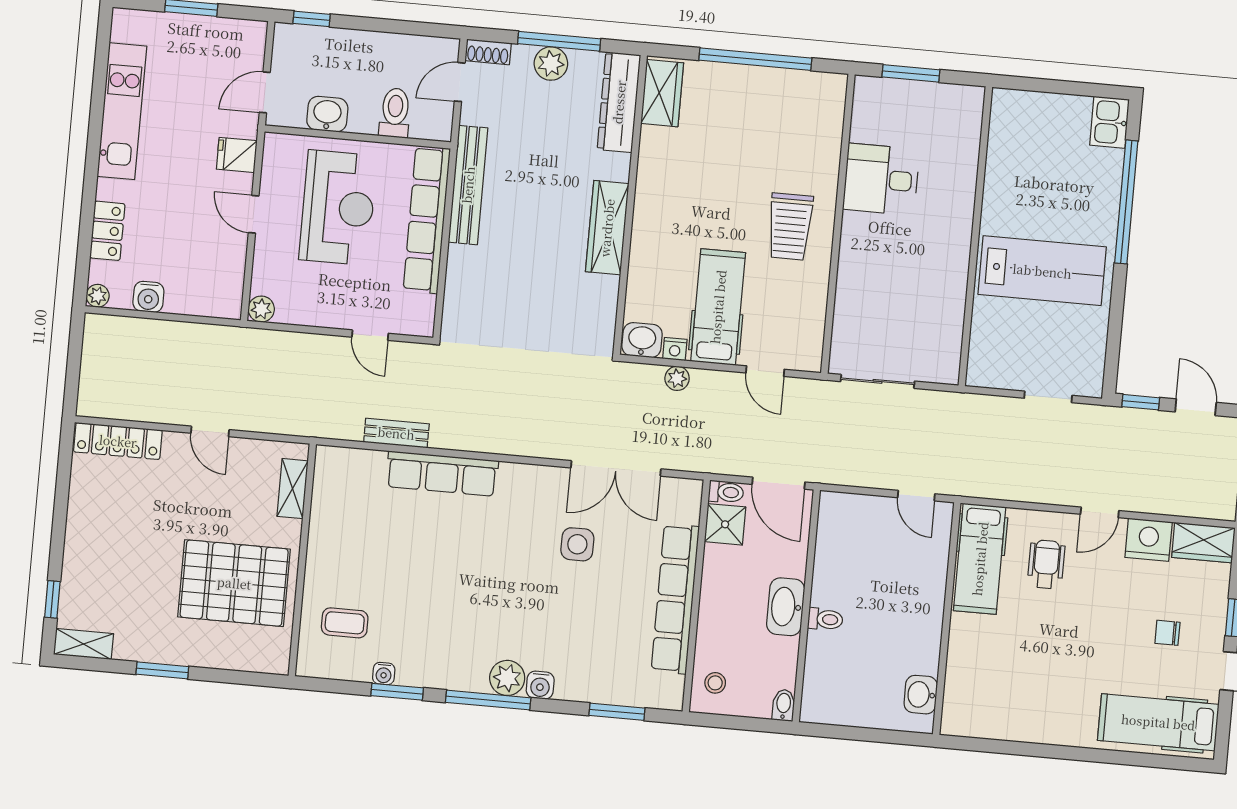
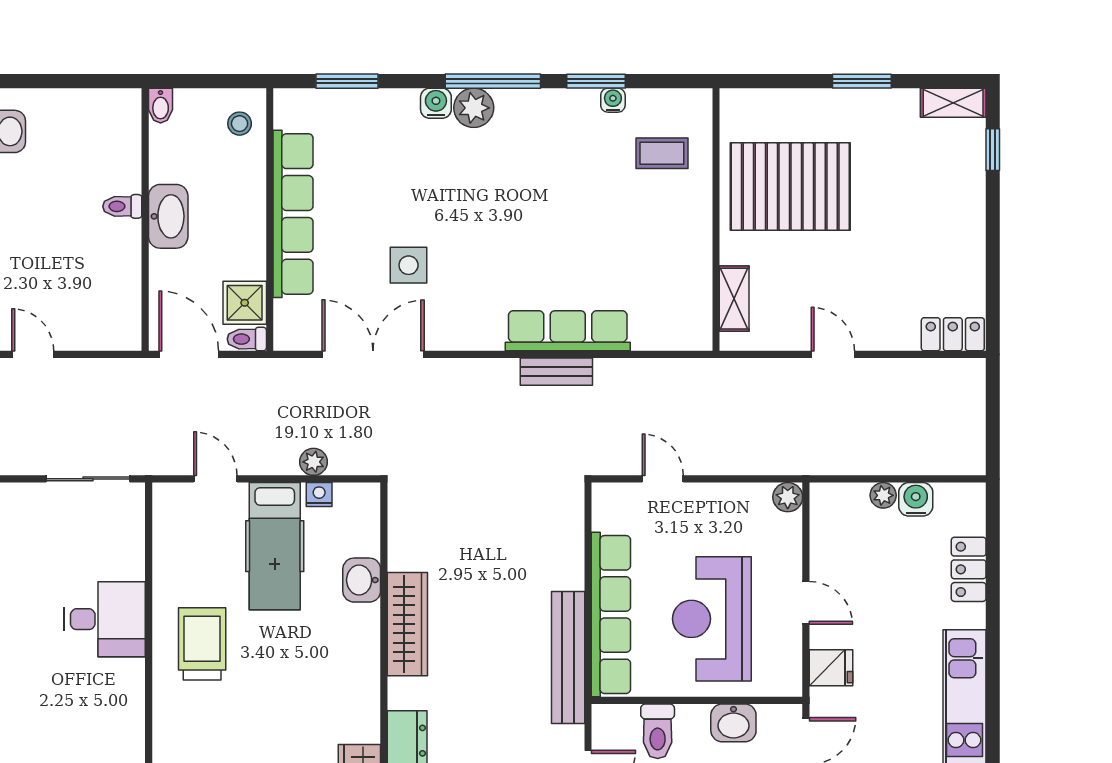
desk: (881, 179) -> (105, 619), moved
plant: (98, 296) -> (883, 495), moved
washbasin: (642, 340) -> (362, 580), moved, turned 90
bench: (396, 433) -> (556, 372), moved
locker: (118, 441) -> (953, 334), width x0.66

